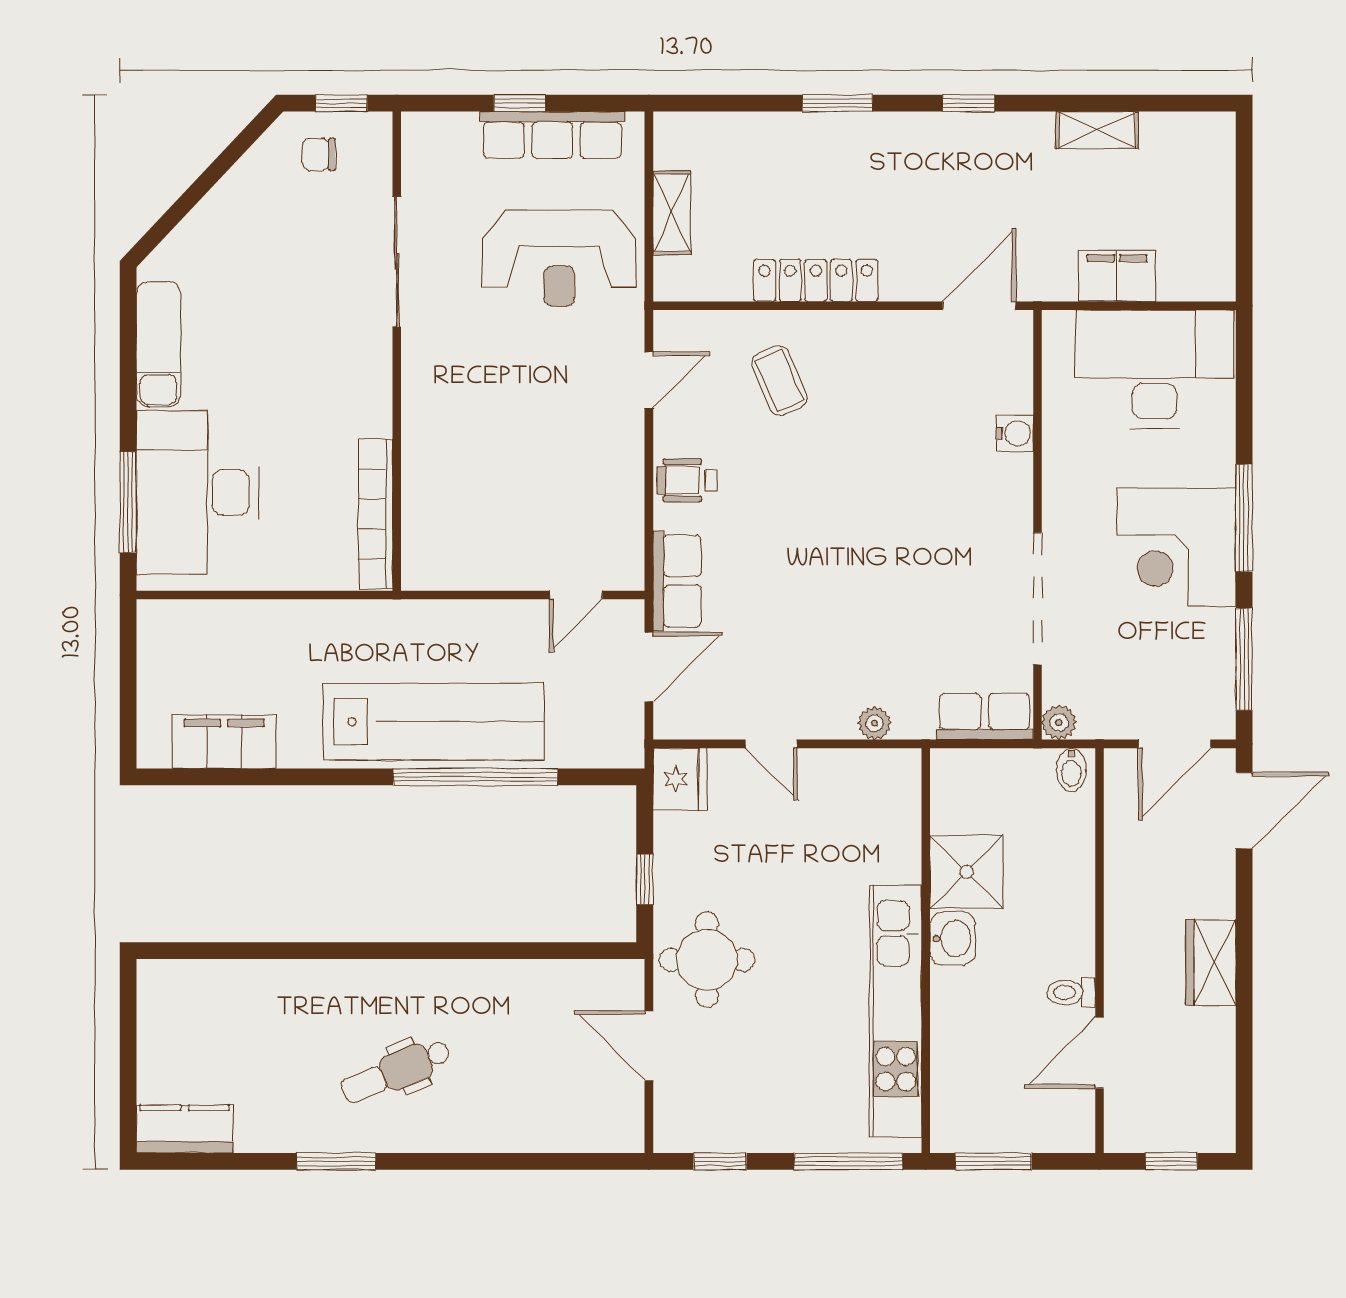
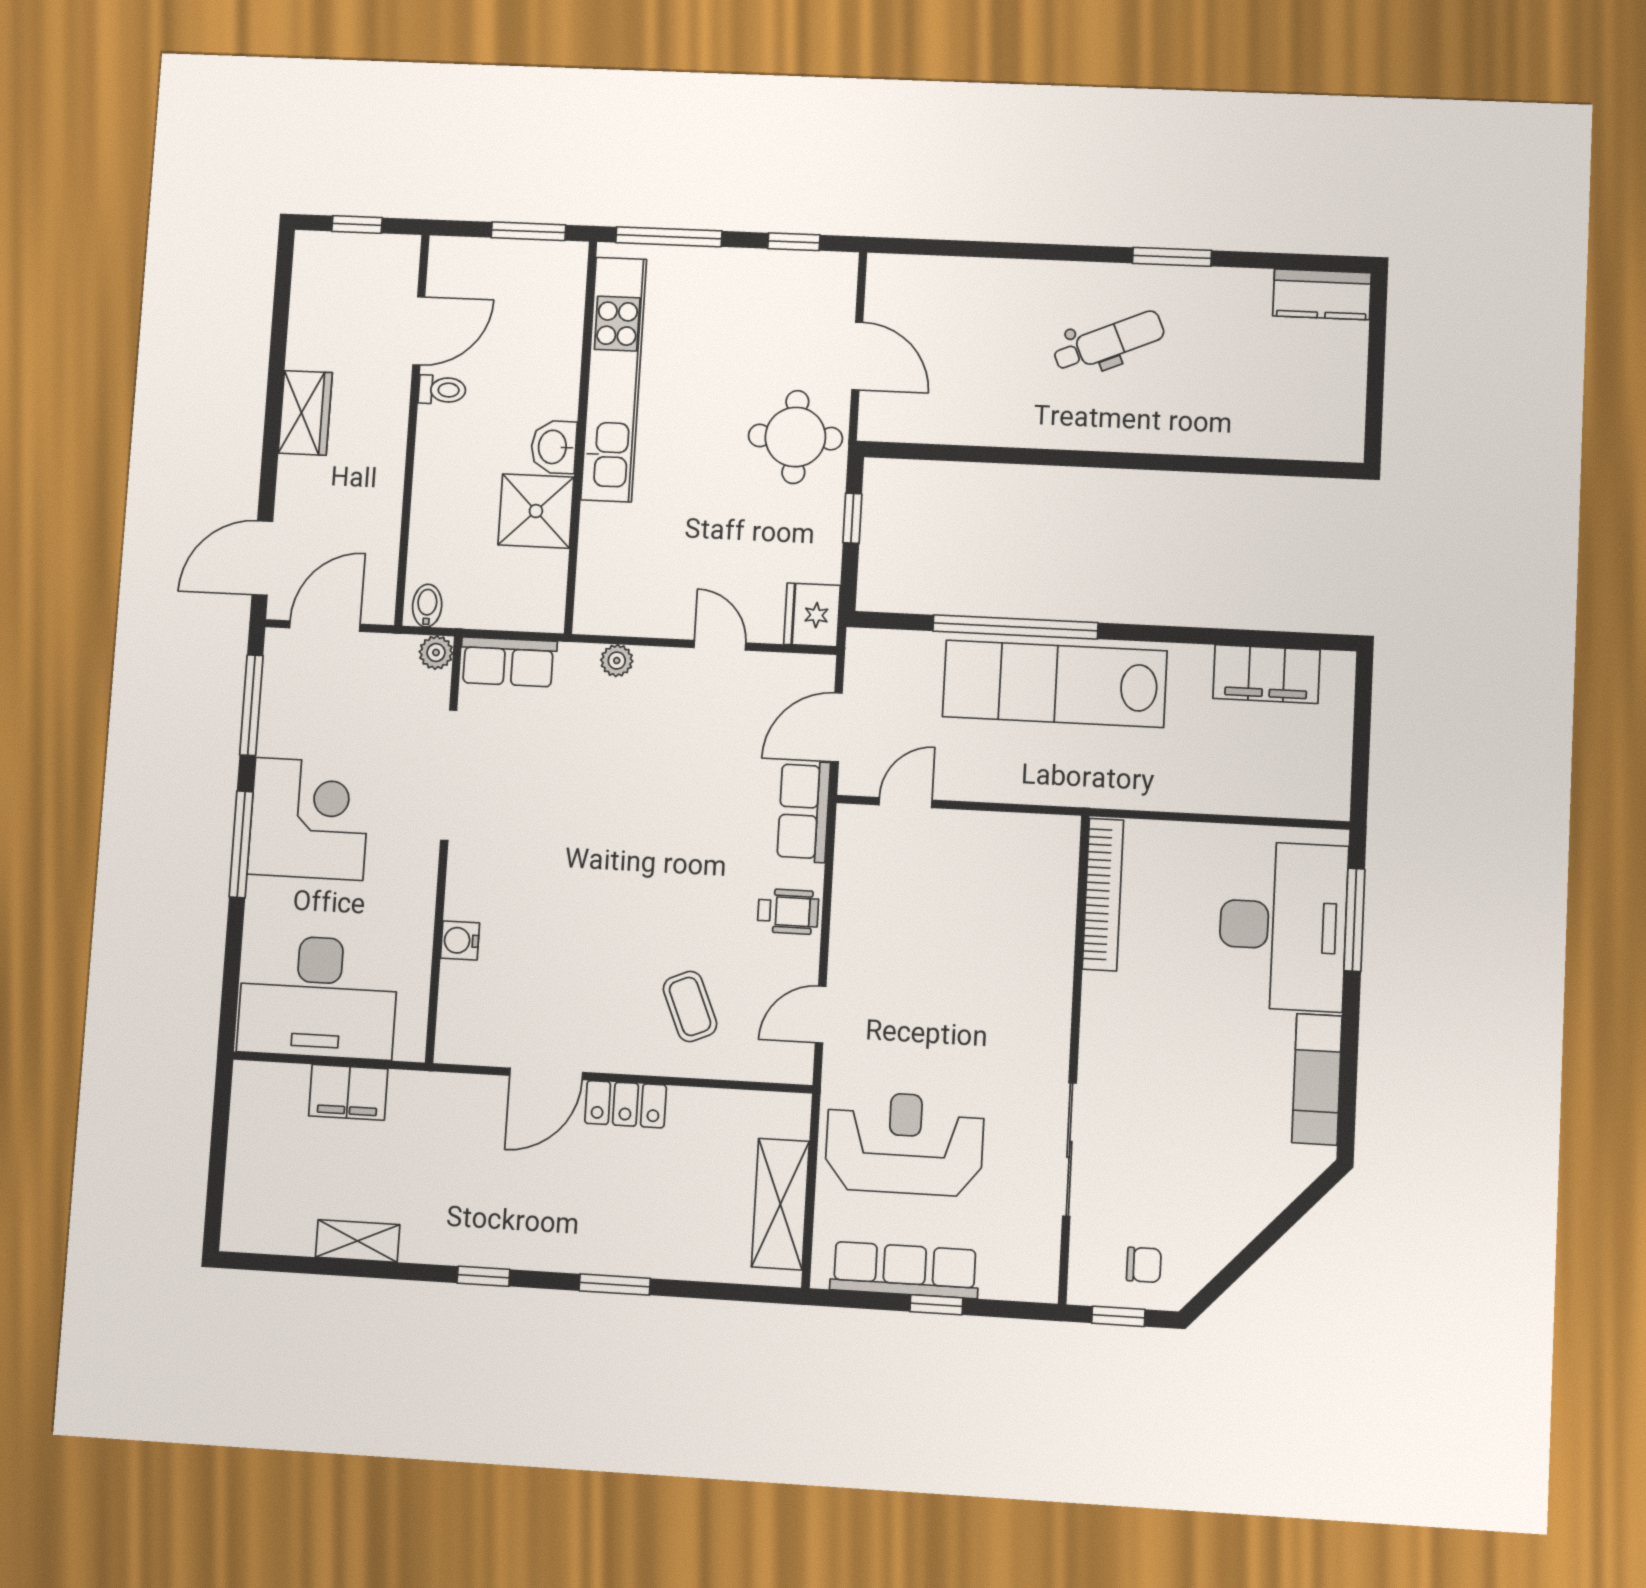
shelving: (672, 213) -> (780, 1204), width x1.50, depth x1.33
locker: (816, 280) -> (626, 1104), width x0.66
door: (979, 306) -> (546, 1074), moved

